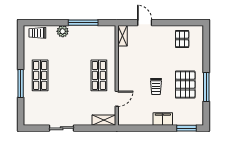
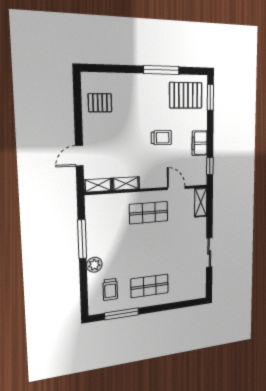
trolley: (37, 33) -> (110, 289), moved
shelving: (123, 57) -> (126, 184), added
window: (21, 83) -> (122, 314), moved
pallet: (185, 85) -> (186, 95), moved
filing cabinet: (163, 119) -> (200, 143), moved
window: (133, 128) -> (210, 166), added

